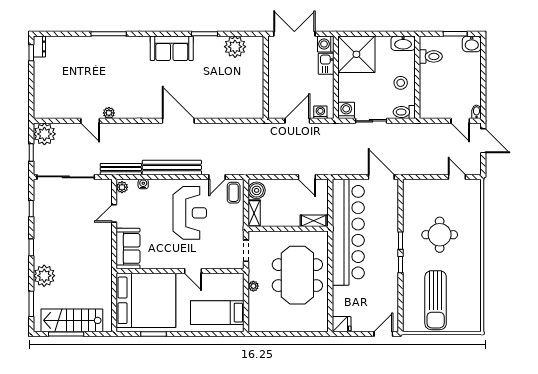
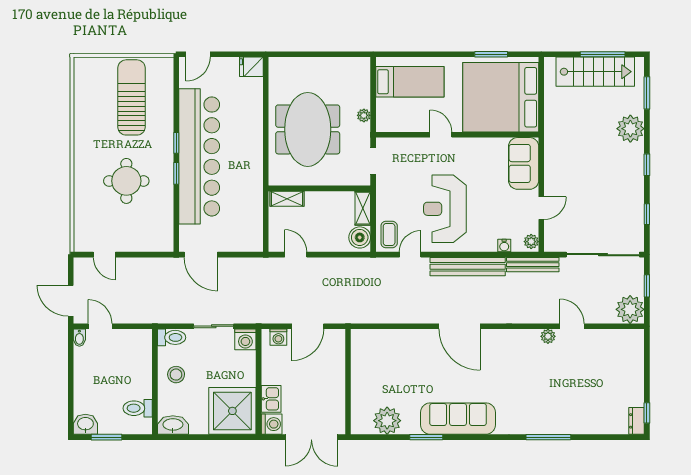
sofa: (172, 48) -> (458, 419), width x1.36
bar counter: (348, 232) -> (199, 156), moved, turned 180

